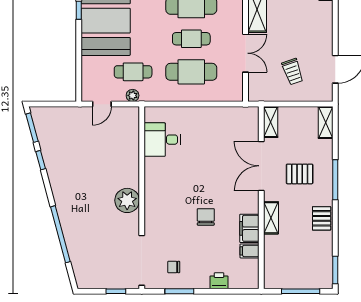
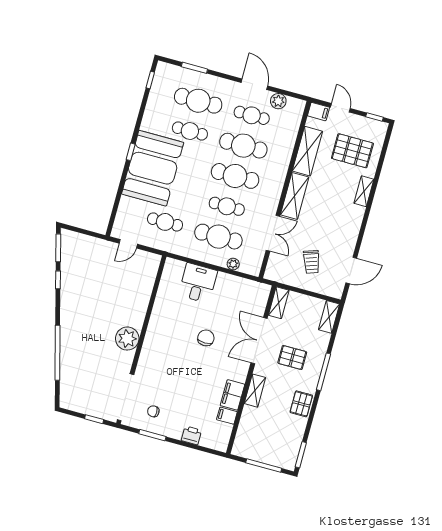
plant: (133, 95) -> (233, 264), moved
desk: (162, 140) -> (198, 283), moved, turned 90
chair: (206, 217) -> (206, 338), moved

